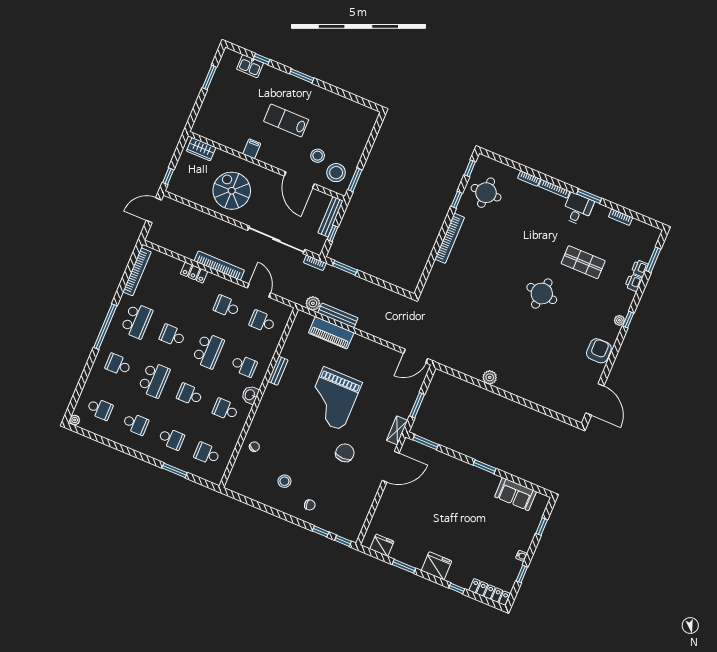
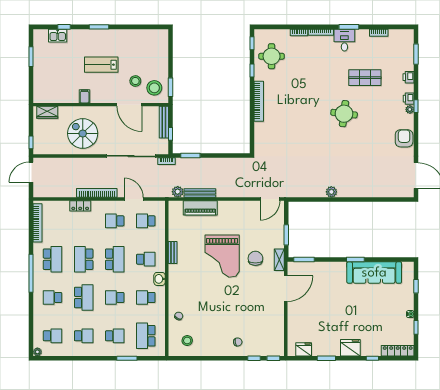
printer: (640, 268) -> (409, 99), moved
school desk: (172, 336) -> (84, 259), width x1.85
chair: (345, 453) -> (255, 258), moved
school desk: (207, 454) -> (146, 336), width x1.85
stool: (284, 481) -> (187, 340), moved
sofa: (516, 494) -> (374, 273), width x1.85, depth x1.27

